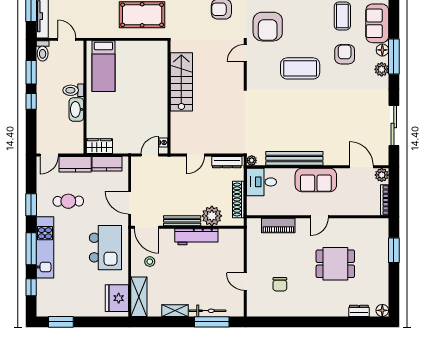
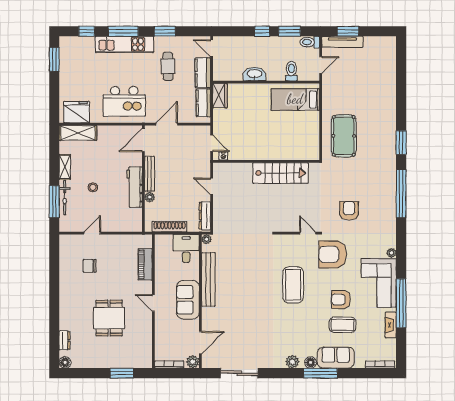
armchair: (345, 54) -> (341, 299), moved, turned 180
window: (394, 57) -> (320, 373), moved
toilet: (73, 90) -> (291, 71), moved
plant: (212, 216) -> (150, 197), width x0.53, depth x0.53
stool: (150, 262) -> (93, 187), moved

